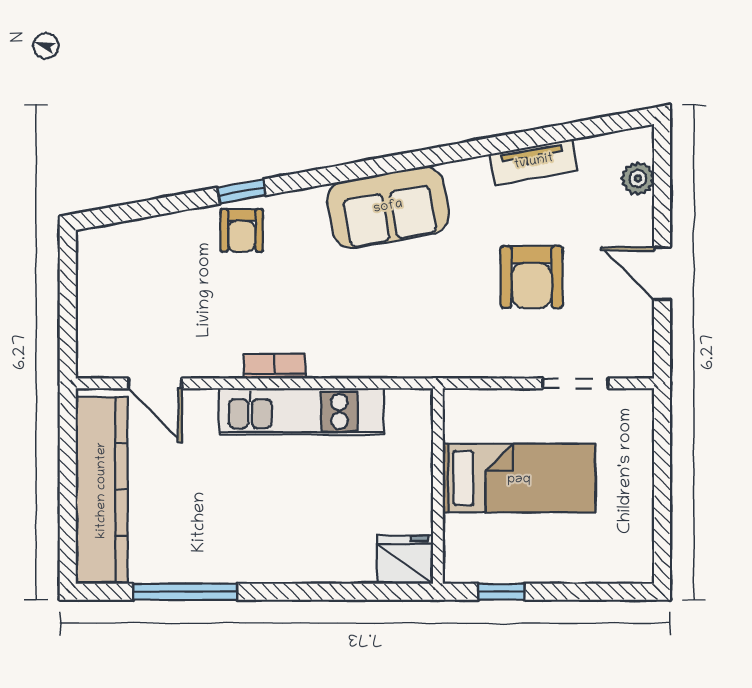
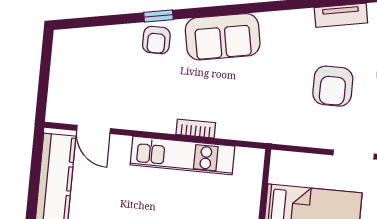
sofa: (388, 207) -> (223, 37), moved
bookcase: (275, 366) -> (196, 129), moved

